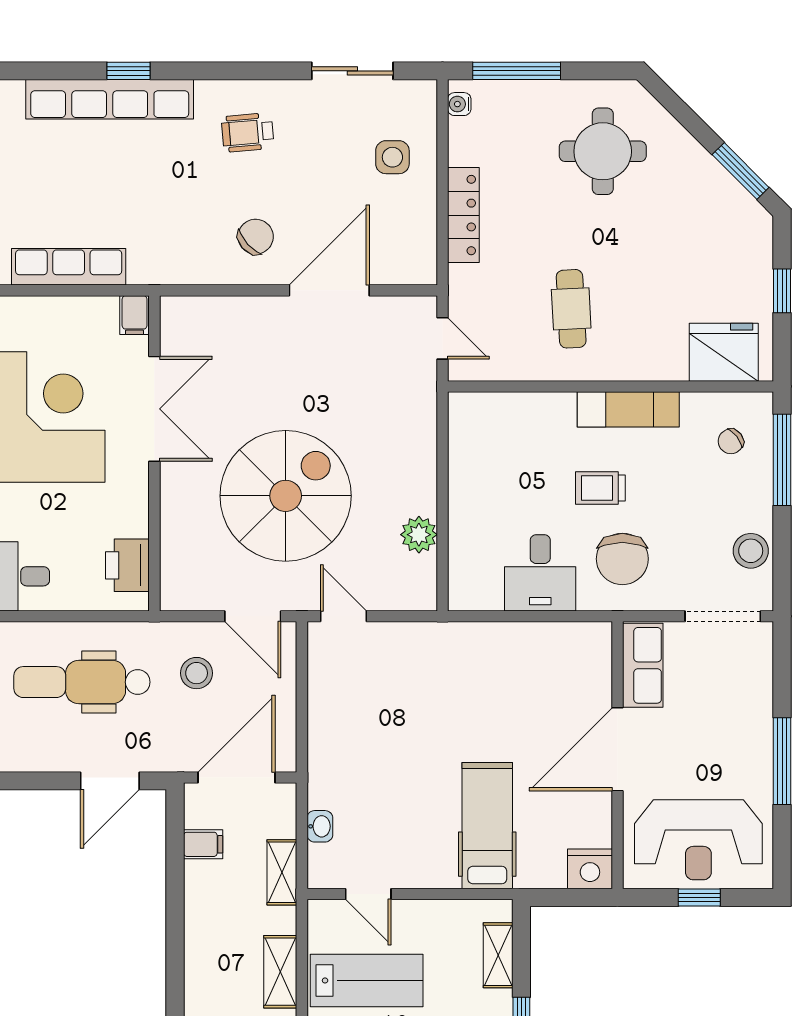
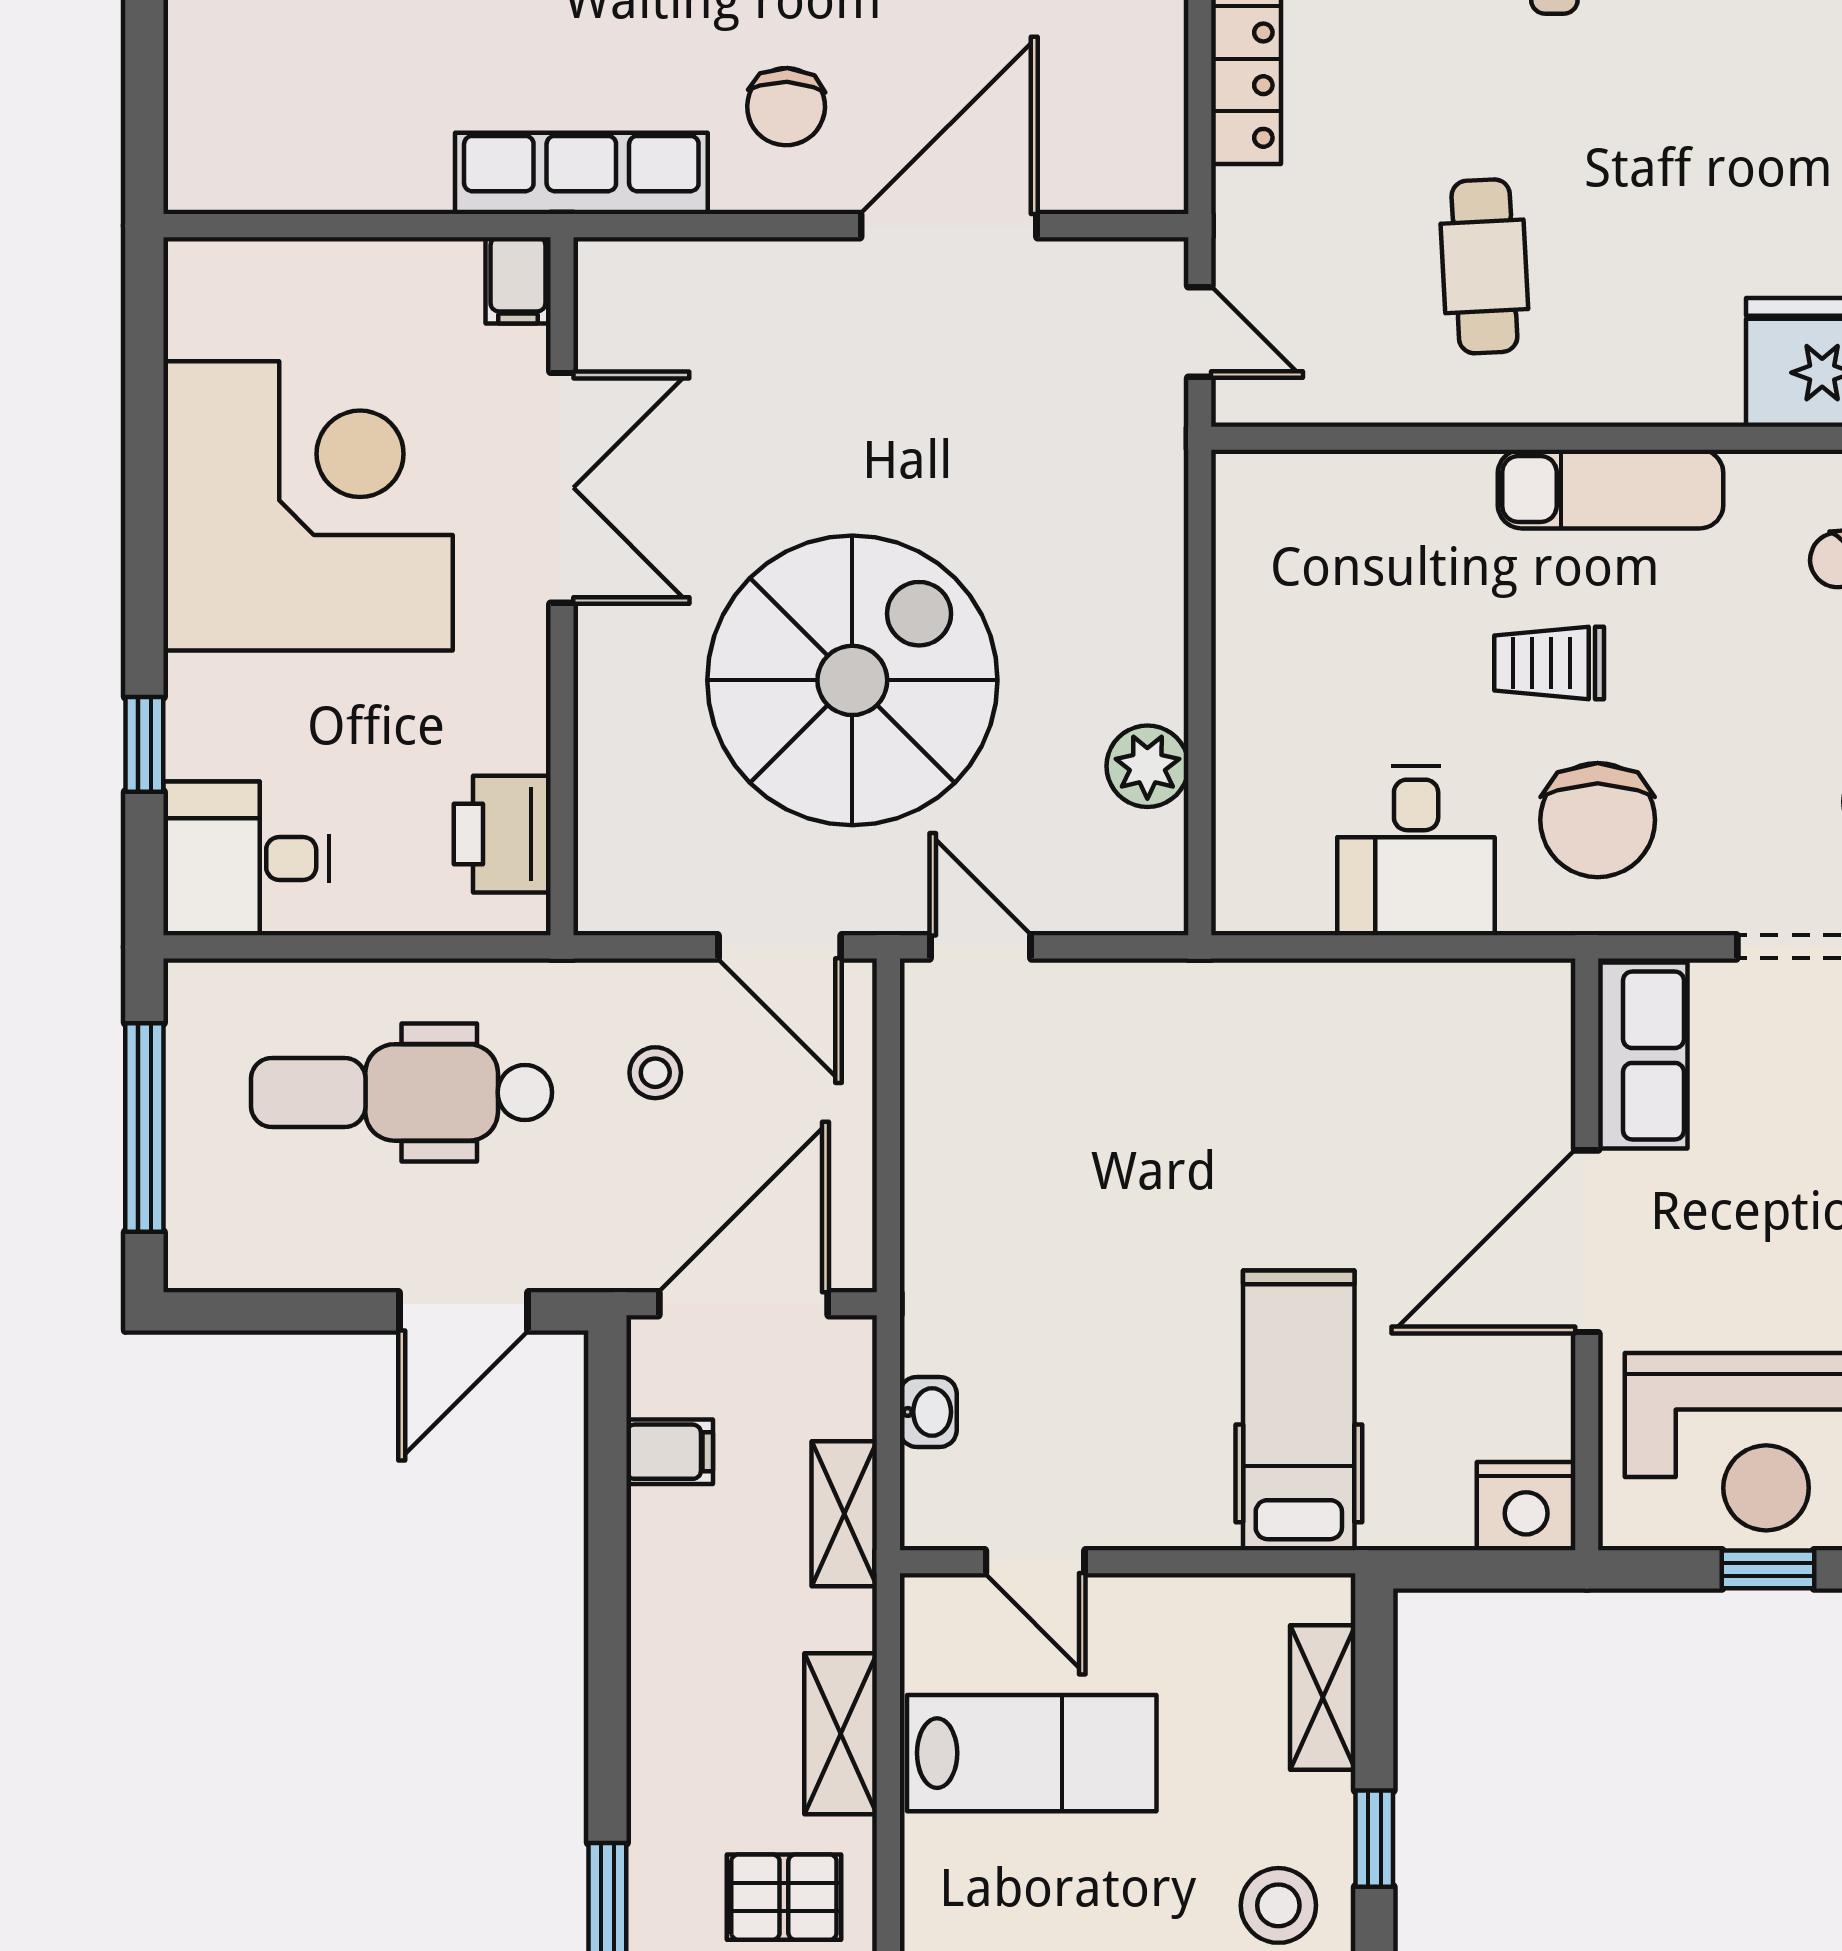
chair: (256, 237) -> (786, 107), turned 134
row of seats: (69, 267) -> (581, 173), moved
stool: (197, 673) -> (655, 1073), width x0.73, depth x0.73

